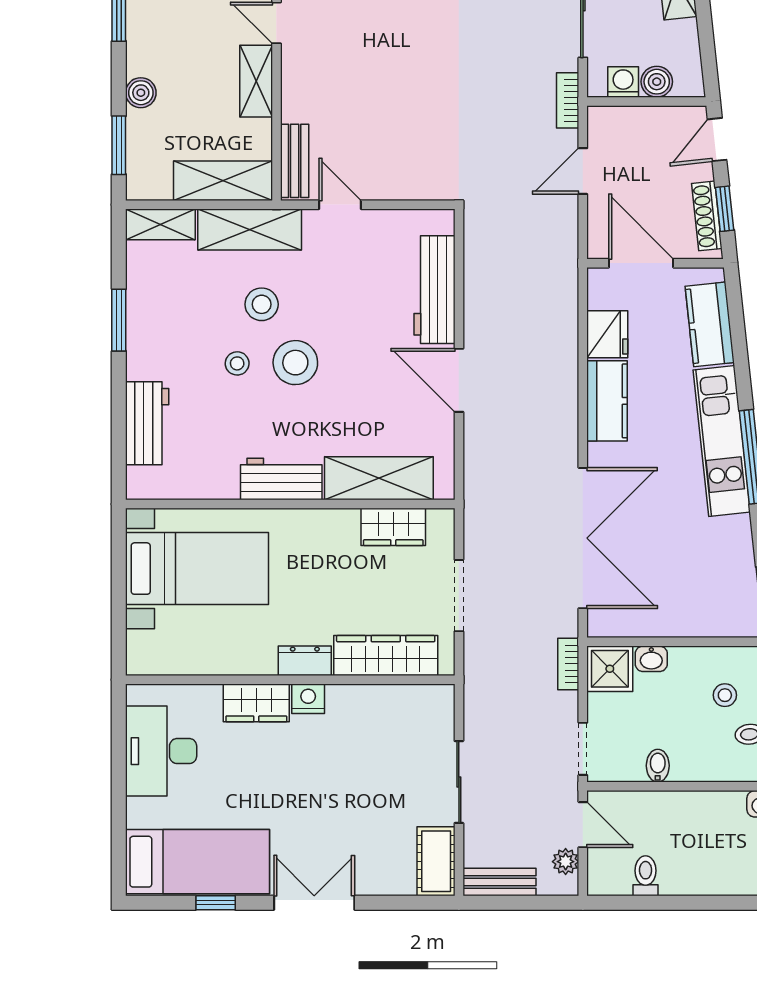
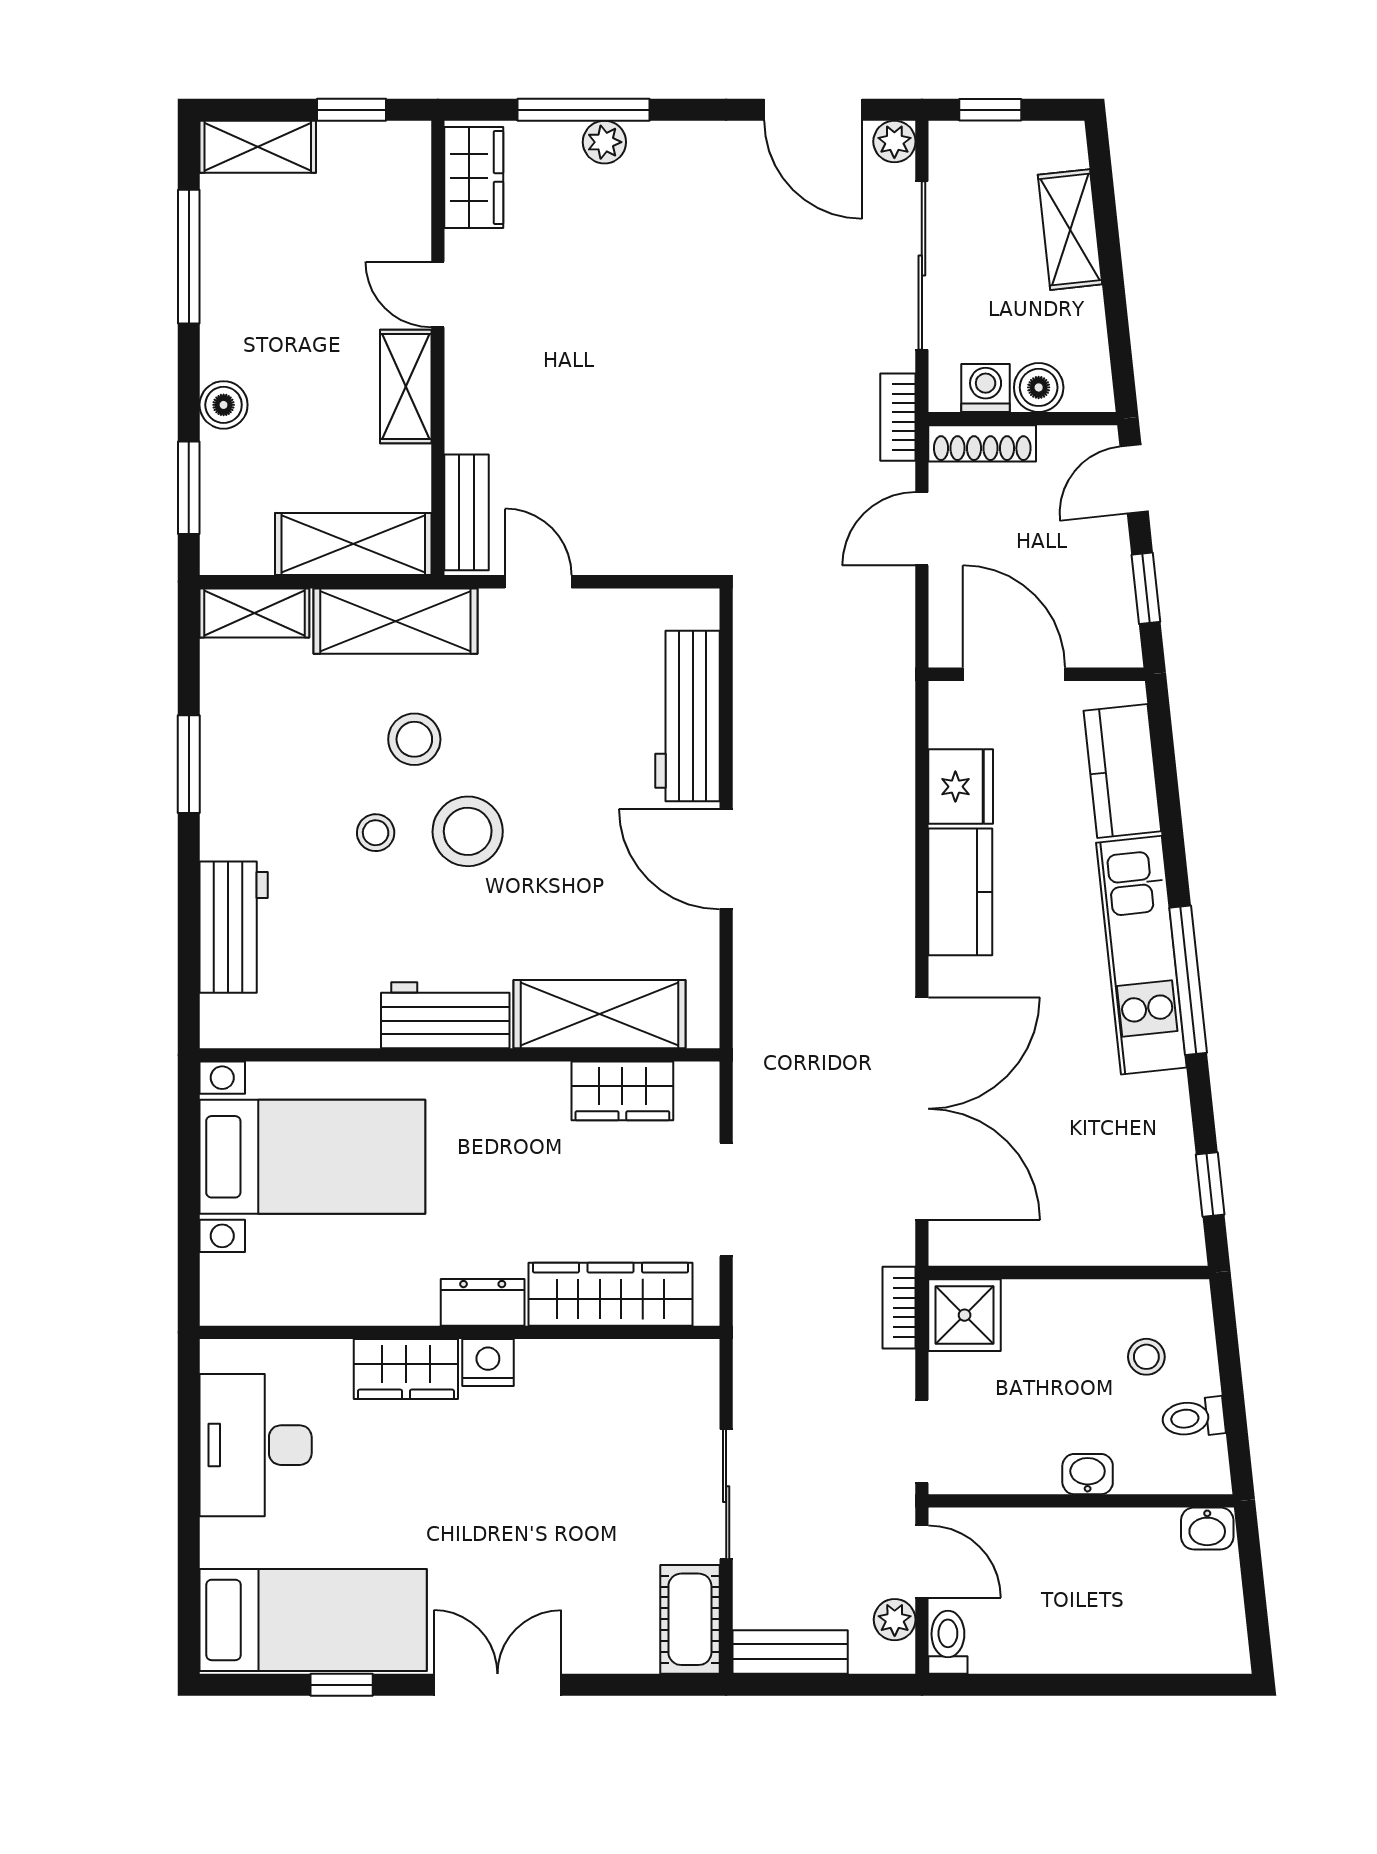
shoe rack: (707, 216) -> (982, 443), moved, turned -84
washbasin: (651, 659) -> (1088, 1474), moved, turned 180
bidet: (658, 766) -> (1040, 1468), removed
toilet: (646, 876) -> (948, 1642), moved

